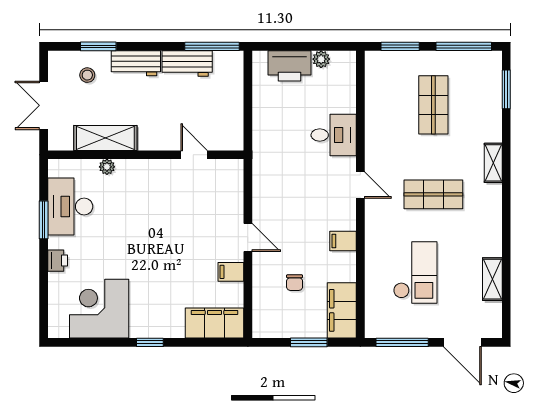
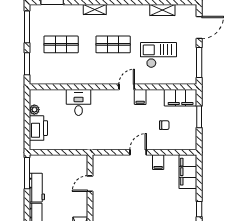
door: (360, 185) -> (127, 87), moved
shop shelf: (433, 194) -> (113, 44), turned 90

